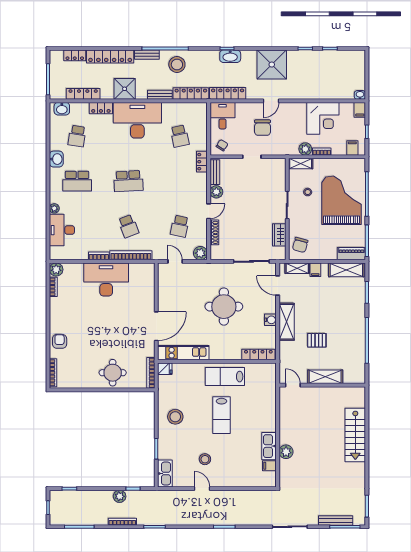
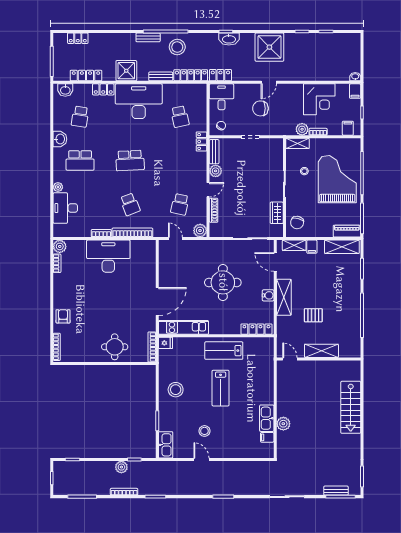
locker: (110, 57) -> (112, 39), removed
locker: (228, 93) -> (220, 75), width x0.66
chair: (263, 128) -> (260, 108), turned 90
bench: (336, 521) -> (336, 491), width x0.73

